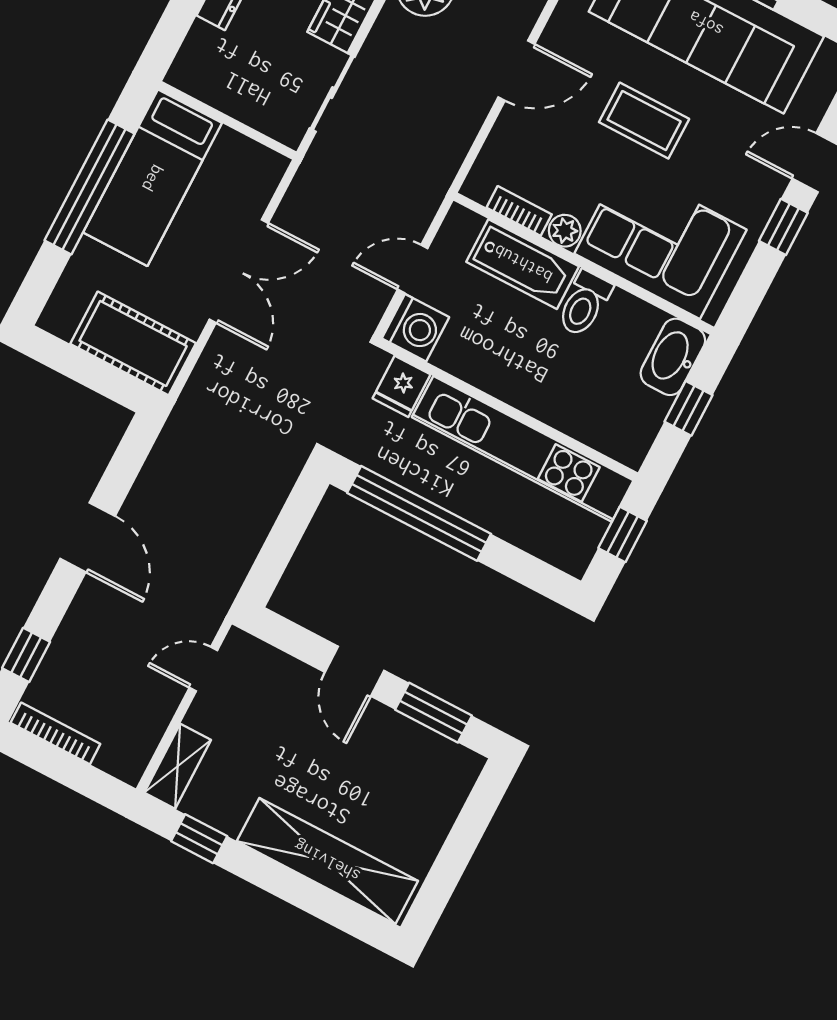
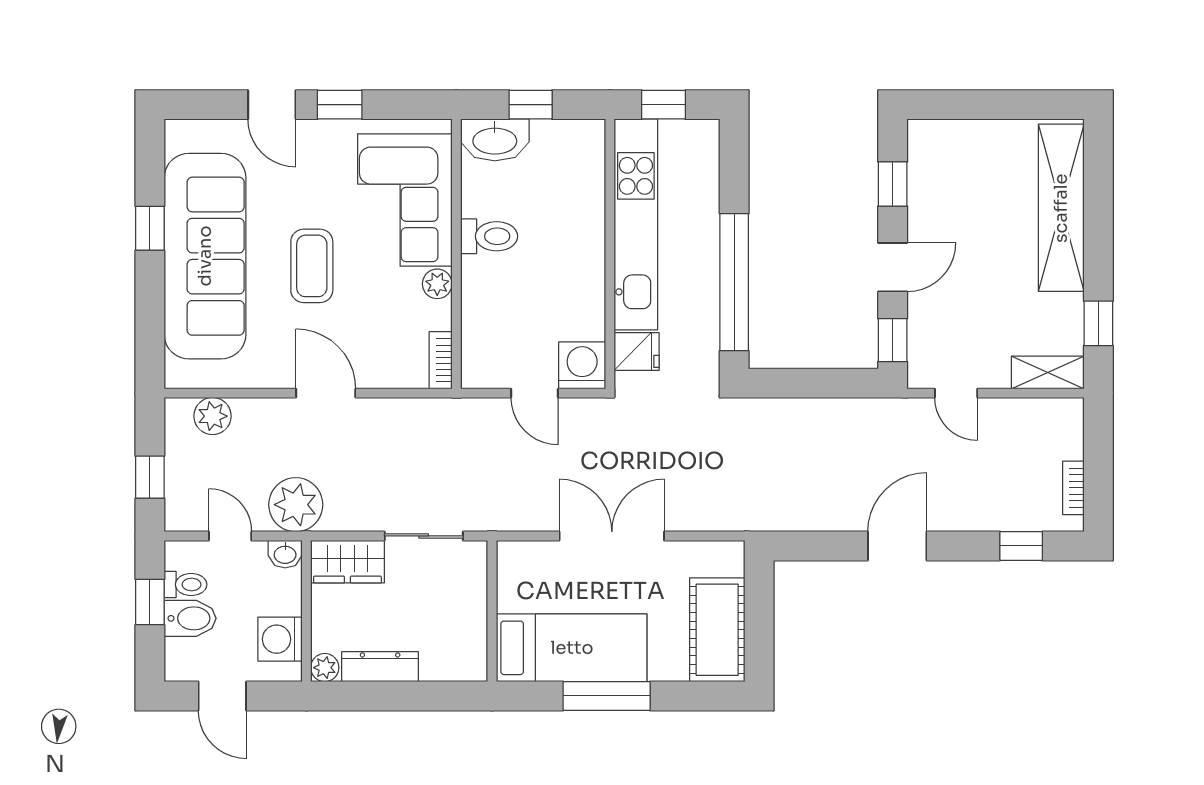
window: (89, 187) -> (607, 696), width x0.68
bookcase: (519, 211) -> (441, 360), moved
bathtub: (523, 264) -> (483, 304), removed
cot: (133, 343) -> (717, 630), moved
window: (285, 635) -> (893, 340), added
window: (434, 713) -> (893, 184), width x0.67
bookcase: (55, 733) -> (1073, 488), width x0.64

